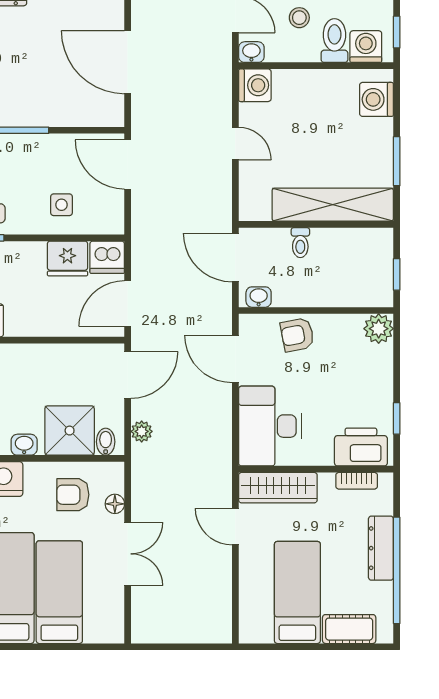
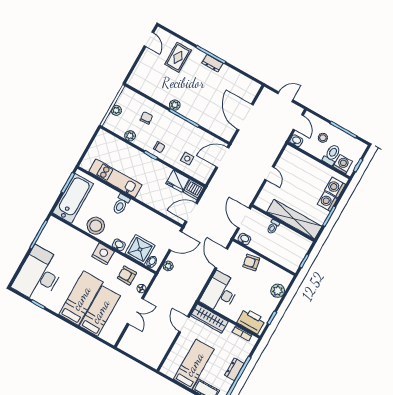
washing machine: (255, 85) -> (327, 201), moved, turned 180
door: (128, 164) -> (222, 157), hinge flipped
plant: (379, 329) -> (278, 291), moved
dresser: (381, 548) -> (234, 369), width x0.70

